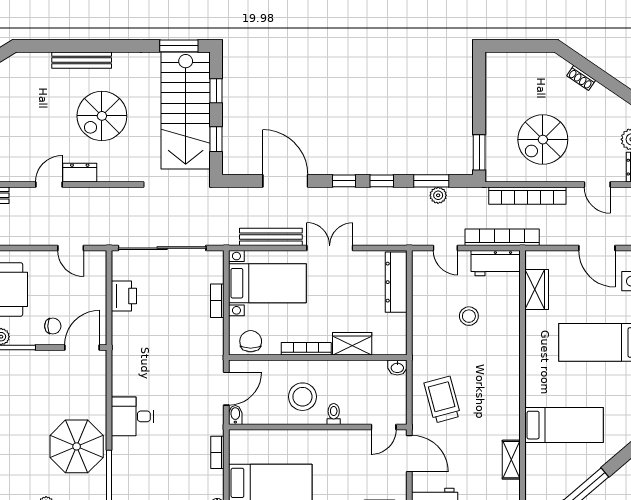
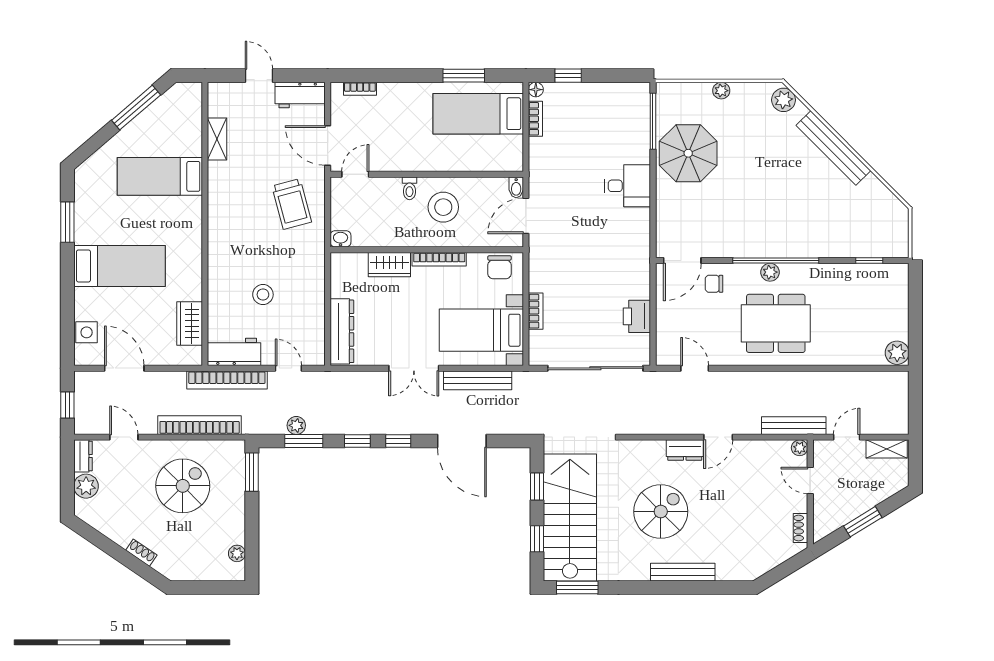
plant: (493, 77) -> (237, 553), added
bookcase: (217, 452) -> (535, 119), moved

